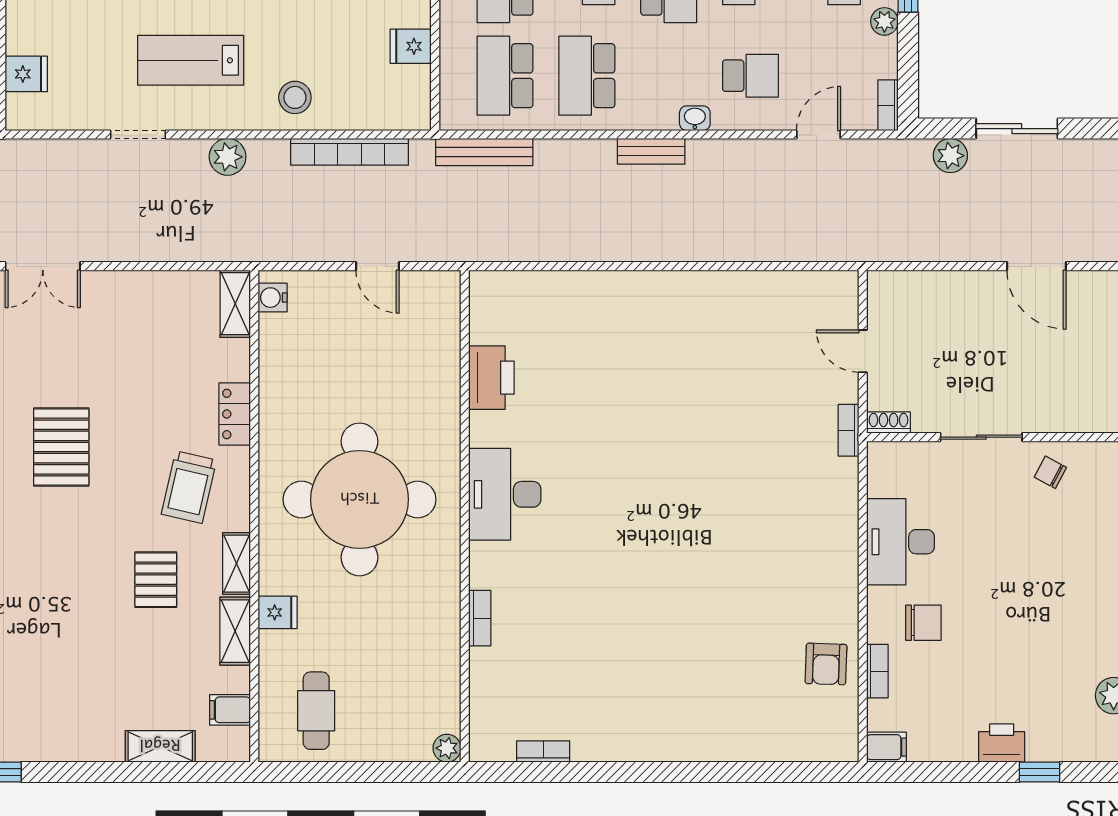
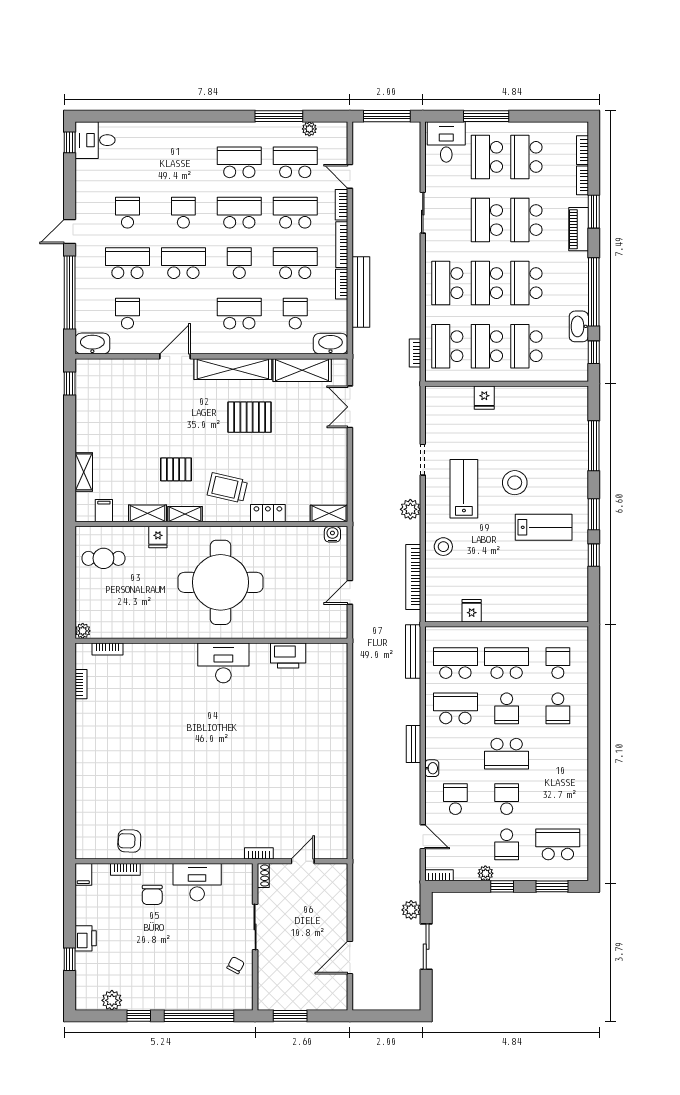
fridge: (26, 74) -> (484, 398), moved
school desk: (751, 76) -> (455, 799), turned 180
bookcase: (480, 618) -> (108, 649), moved

